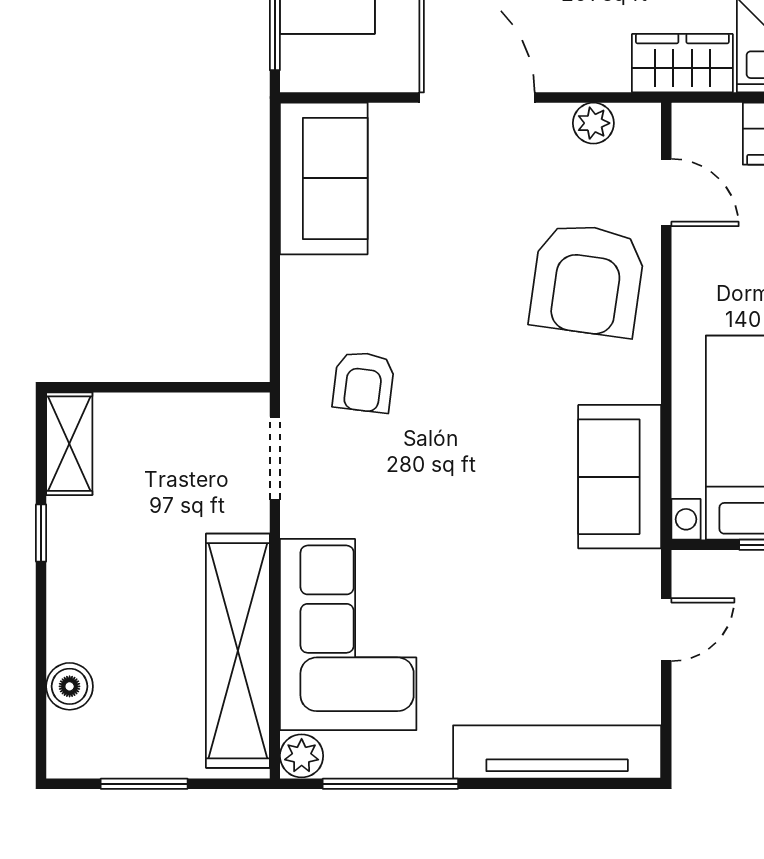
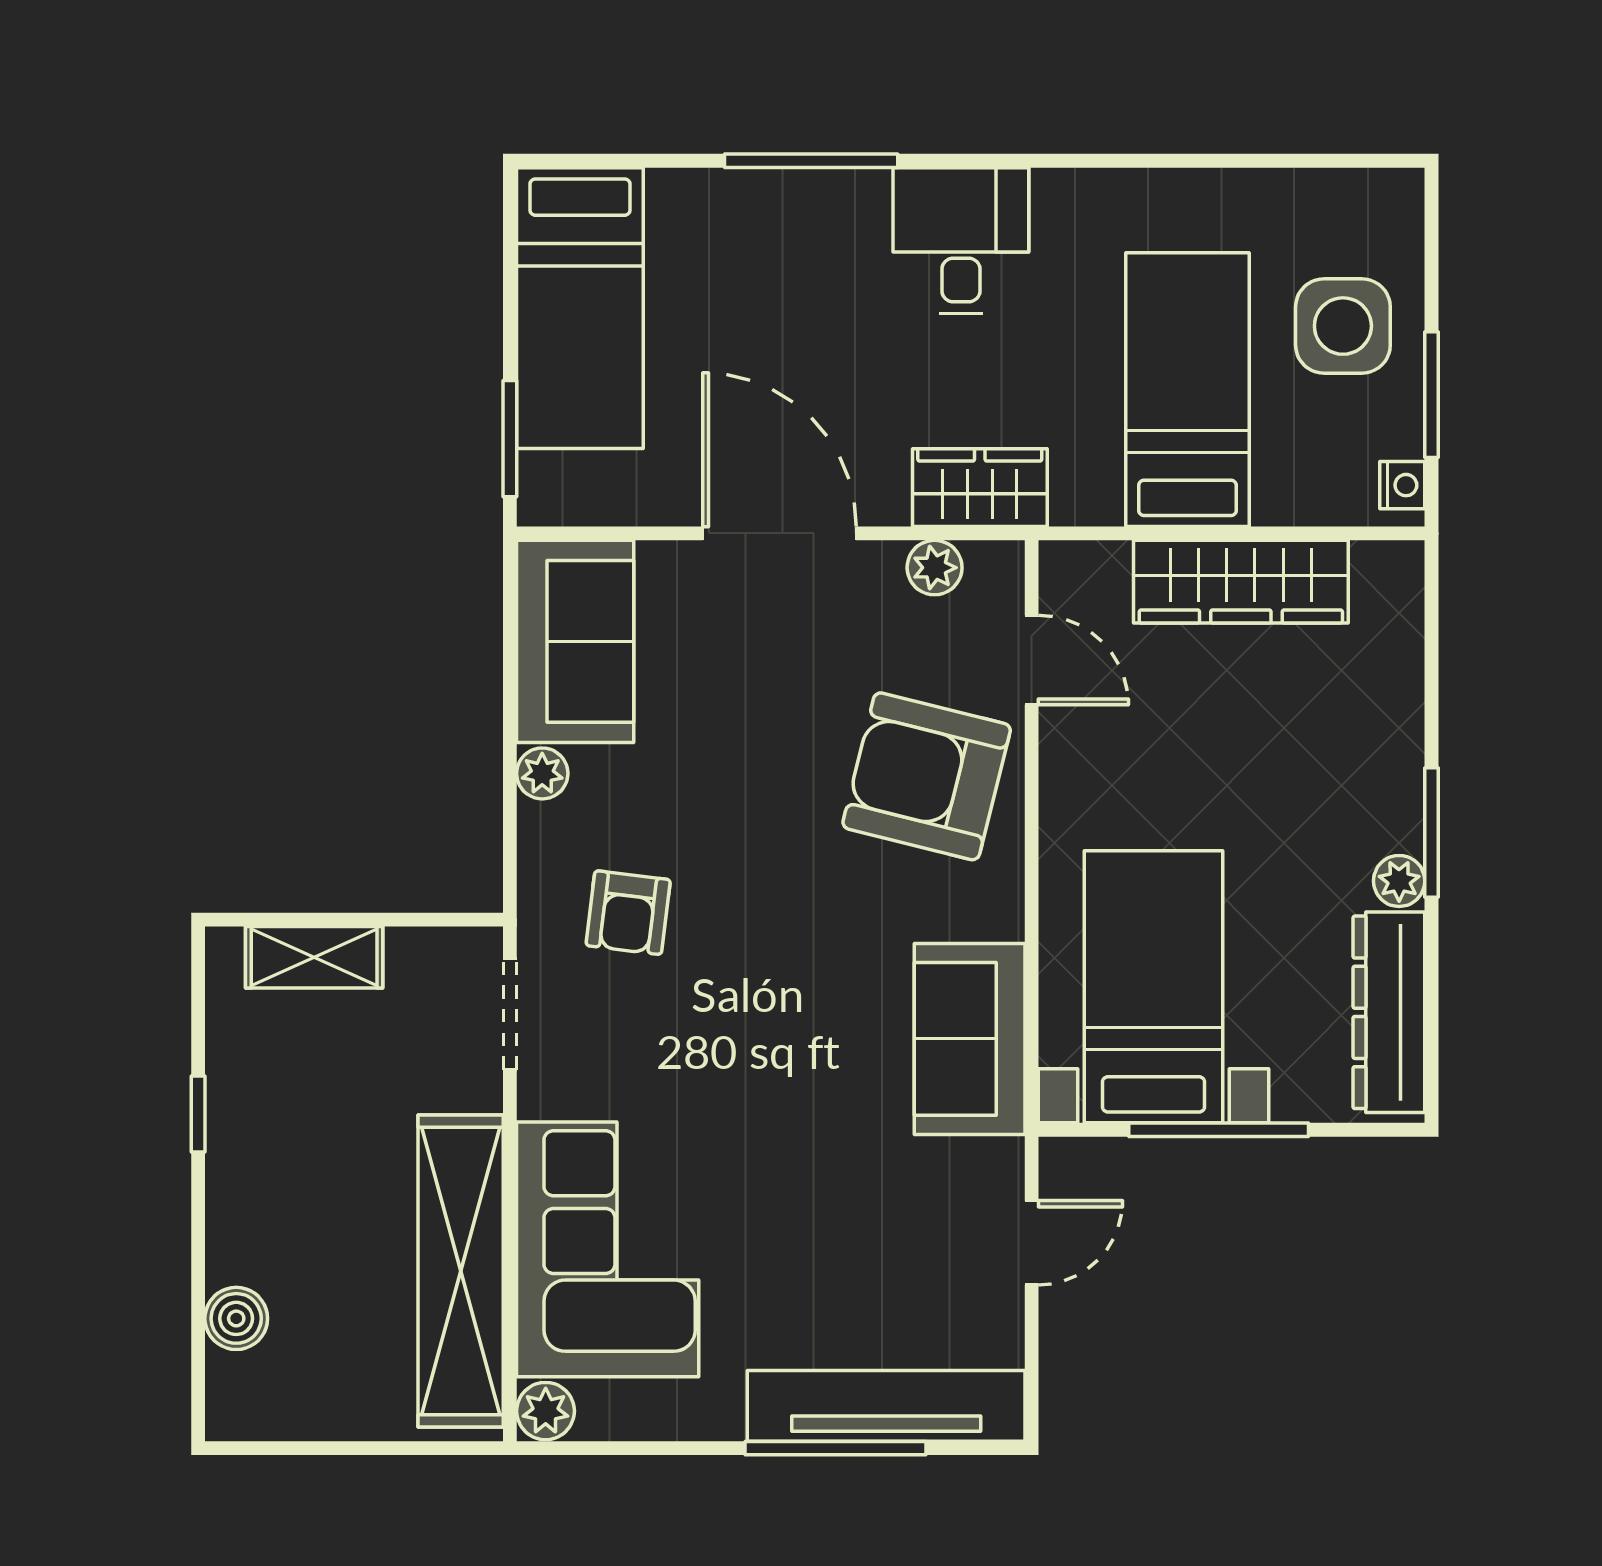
wardrobe: (682, 63) -> (980, 488), moved
plant: (299, 278) -> (542, 773), added
armchair: (587, 280) -> (927, 776), turned 96
shelving: (69, 444) -> (314, 957), moved, turned 90
window: (144, 784) -> (336, 1448), removed
window: (390, 784) -> (836, 1448), moved

